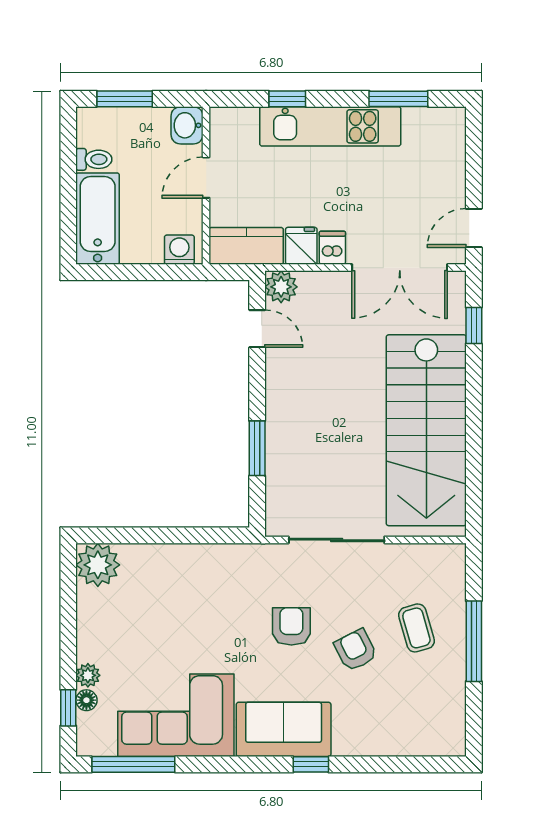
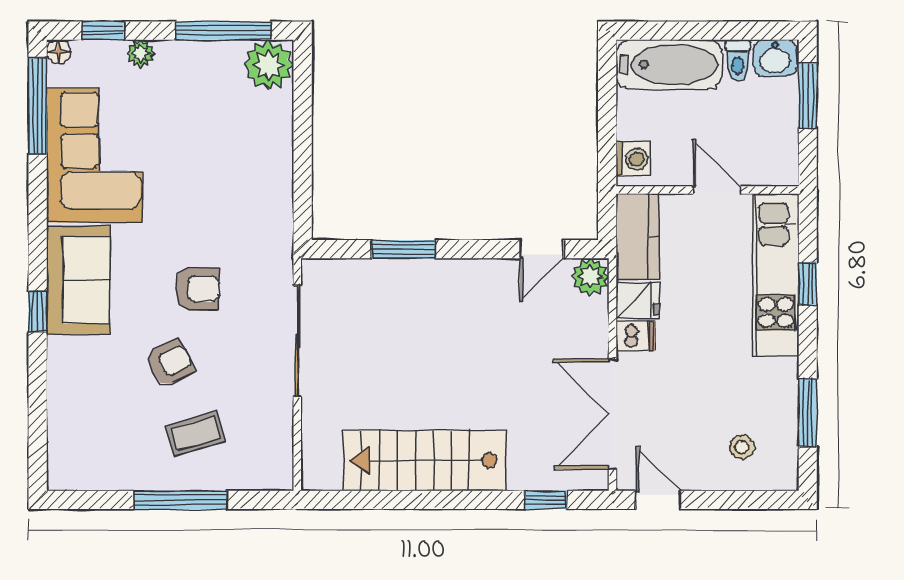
washbasin: (187, 125) -> (775, 58), moved, turned 180
kitchen unit: (330, 126) -> (776, 275), moved
stool: (428, 155) -> (742, 447), added
stairs: (426, 430) -> (424, 460), width x0.73, depth x0.66
window: (68, 604) -> (223, 31), added
floor lamp: (86, 700) -> (59, 52), moved

